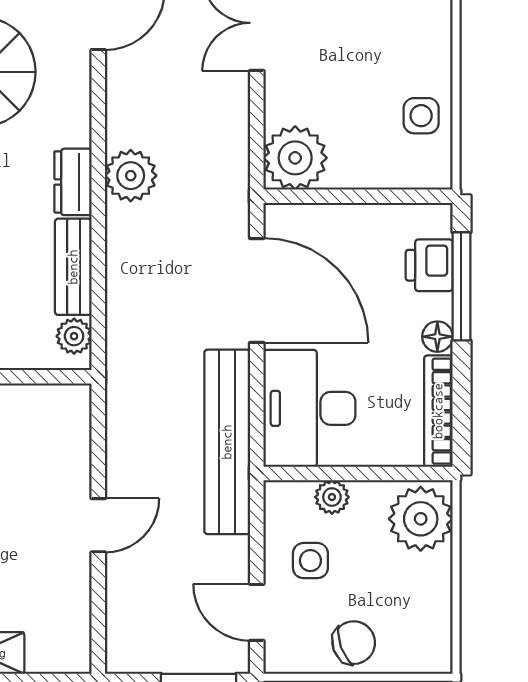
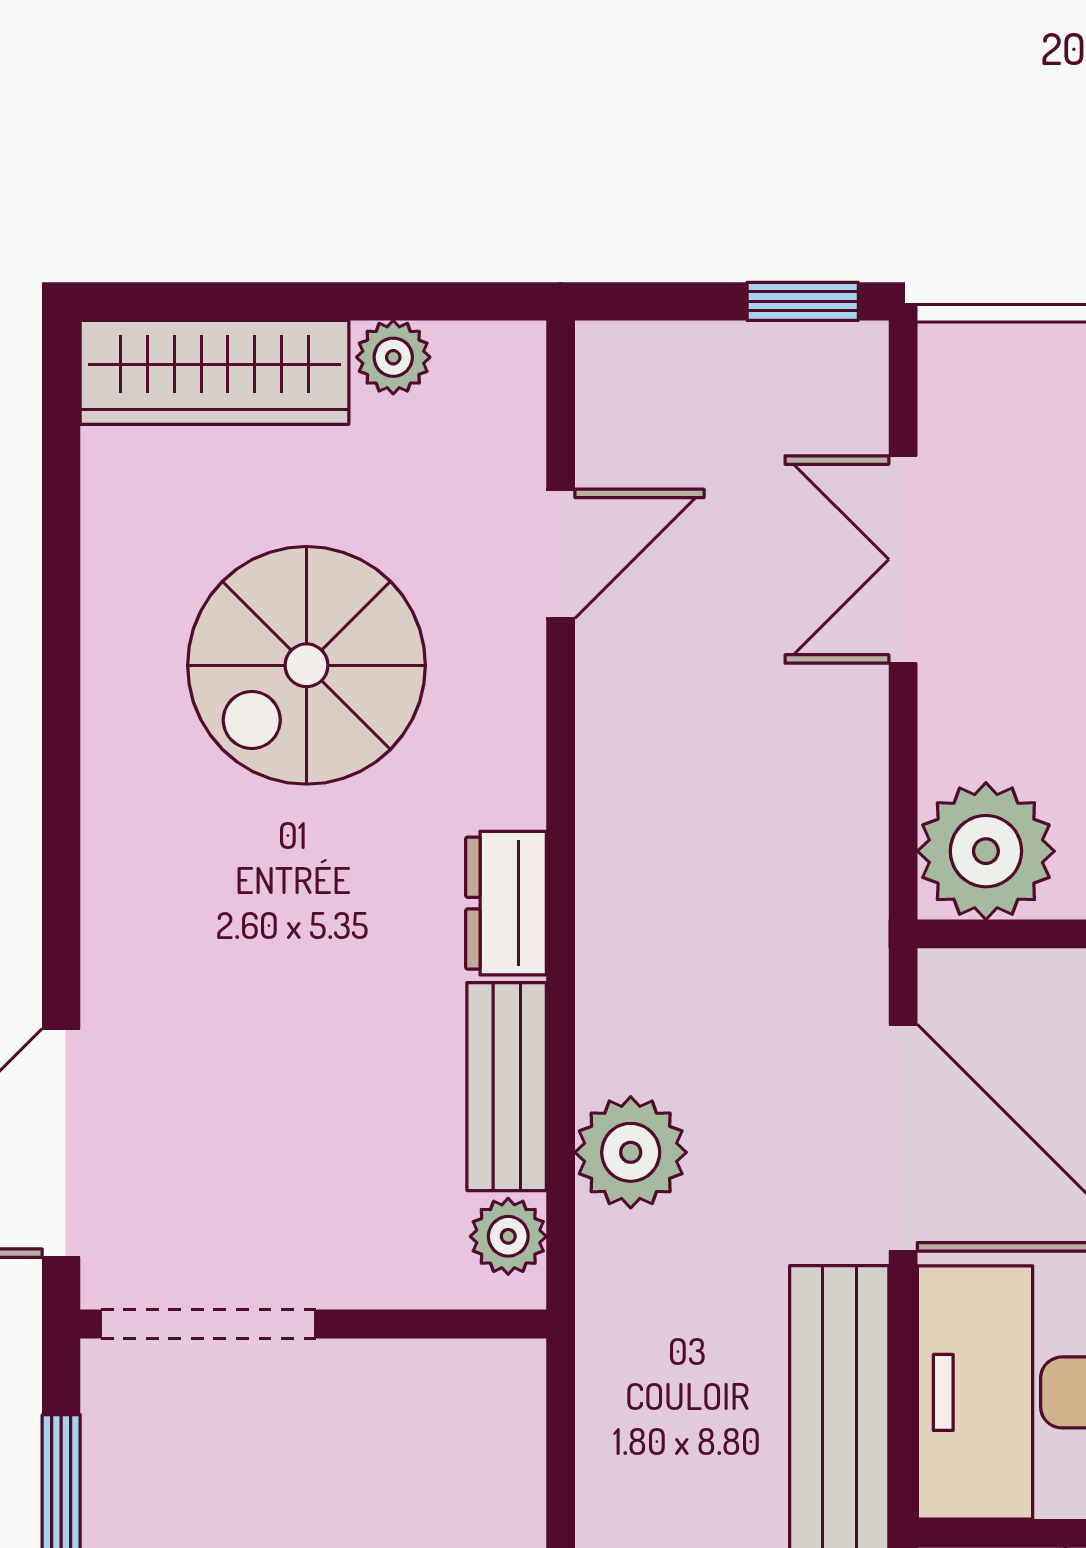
plant: (131, 176) -> (631, 1152), moved

